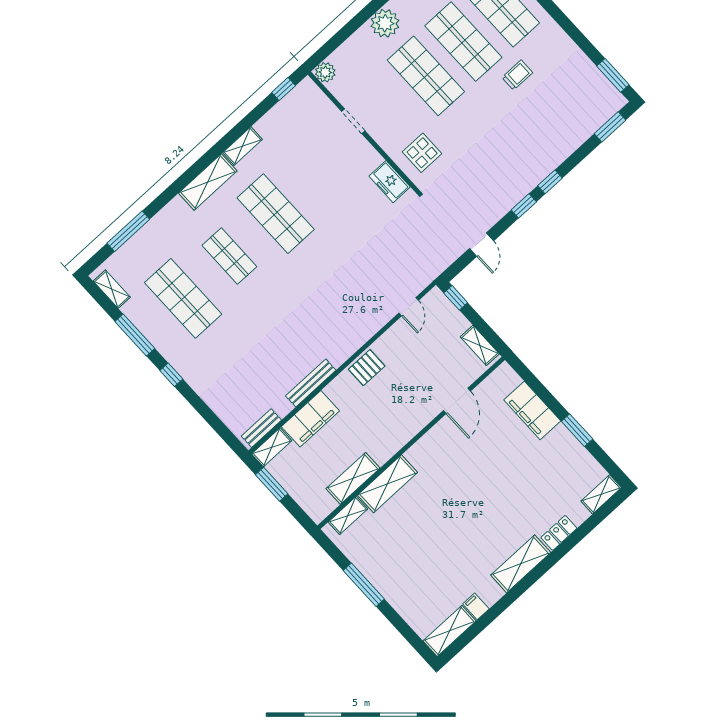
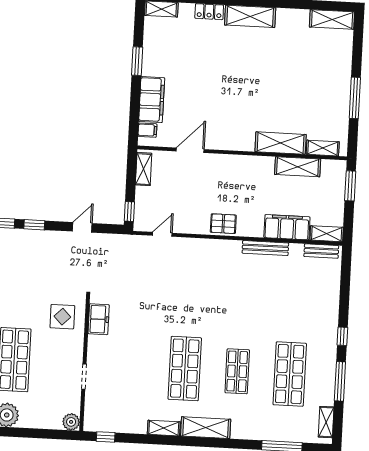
window: (272, 484) -> (350, 186), moved
filing cabinet: (476, 606) -> (147, 130), moved, turned -90

